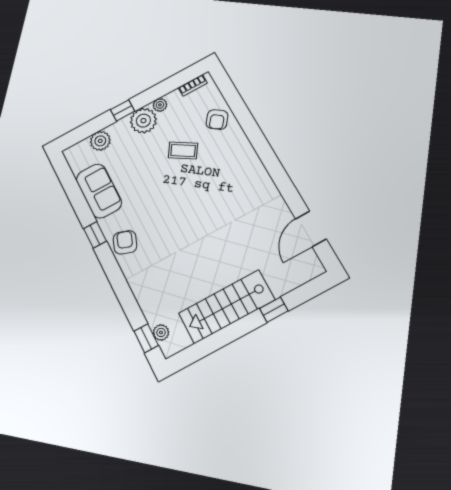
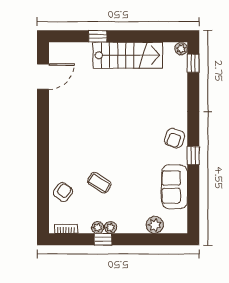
window: (123, 110) -> (103, 239), moved
plant: (143, 121) -> (111, 228), width x0.53, depth x0.53
plant: (161, 332) -> (181, 49), moved

